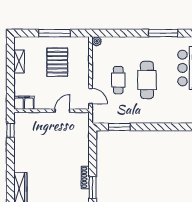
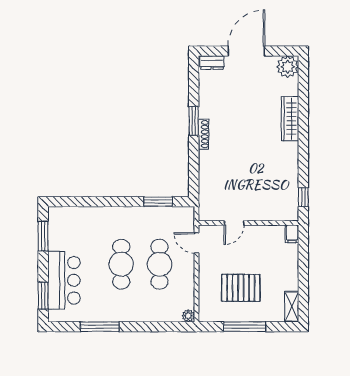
shelving: (19, 61) -> (292, 307), moved
pallet: (57, 62) -> (241, 288), turned 90
cafe table: (118, 80) -> (159, 264), width x1.37, depth x1.35
filing cabinet: (24, 103) -> (292, 234), width x0.50

